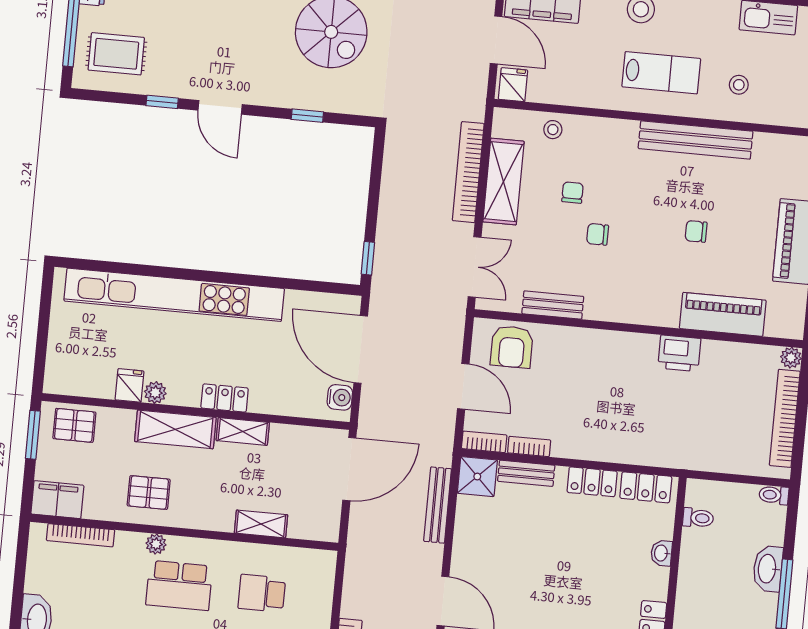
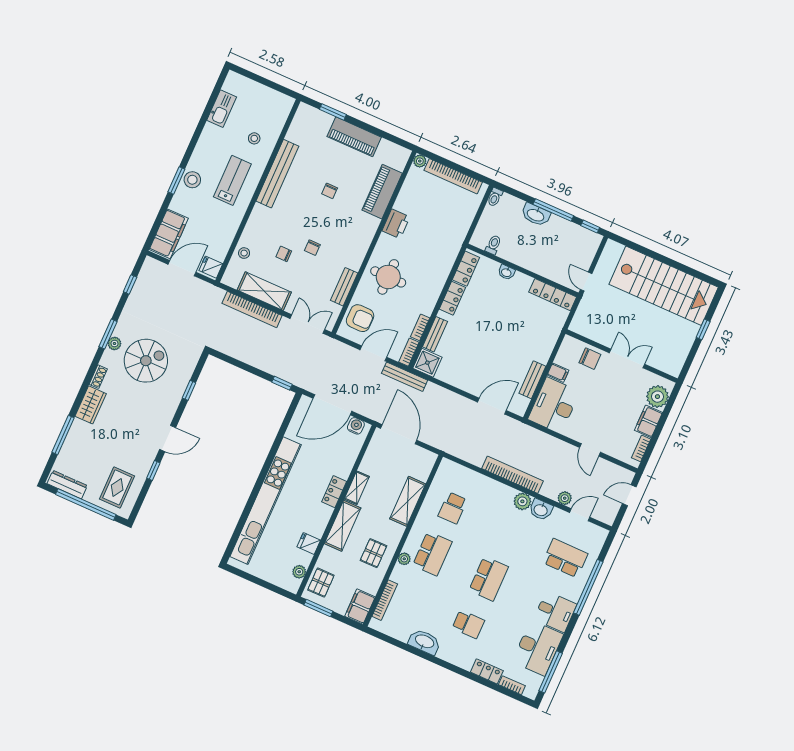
round table: (592, 369) -> (388, 277), added
plant: (155, 393) -> (299, 572), moved
bench: (438, 505) -> (405, 377), moved
shelving: (261, 524) -> (408, 501), width x1.50, depth x1.33

